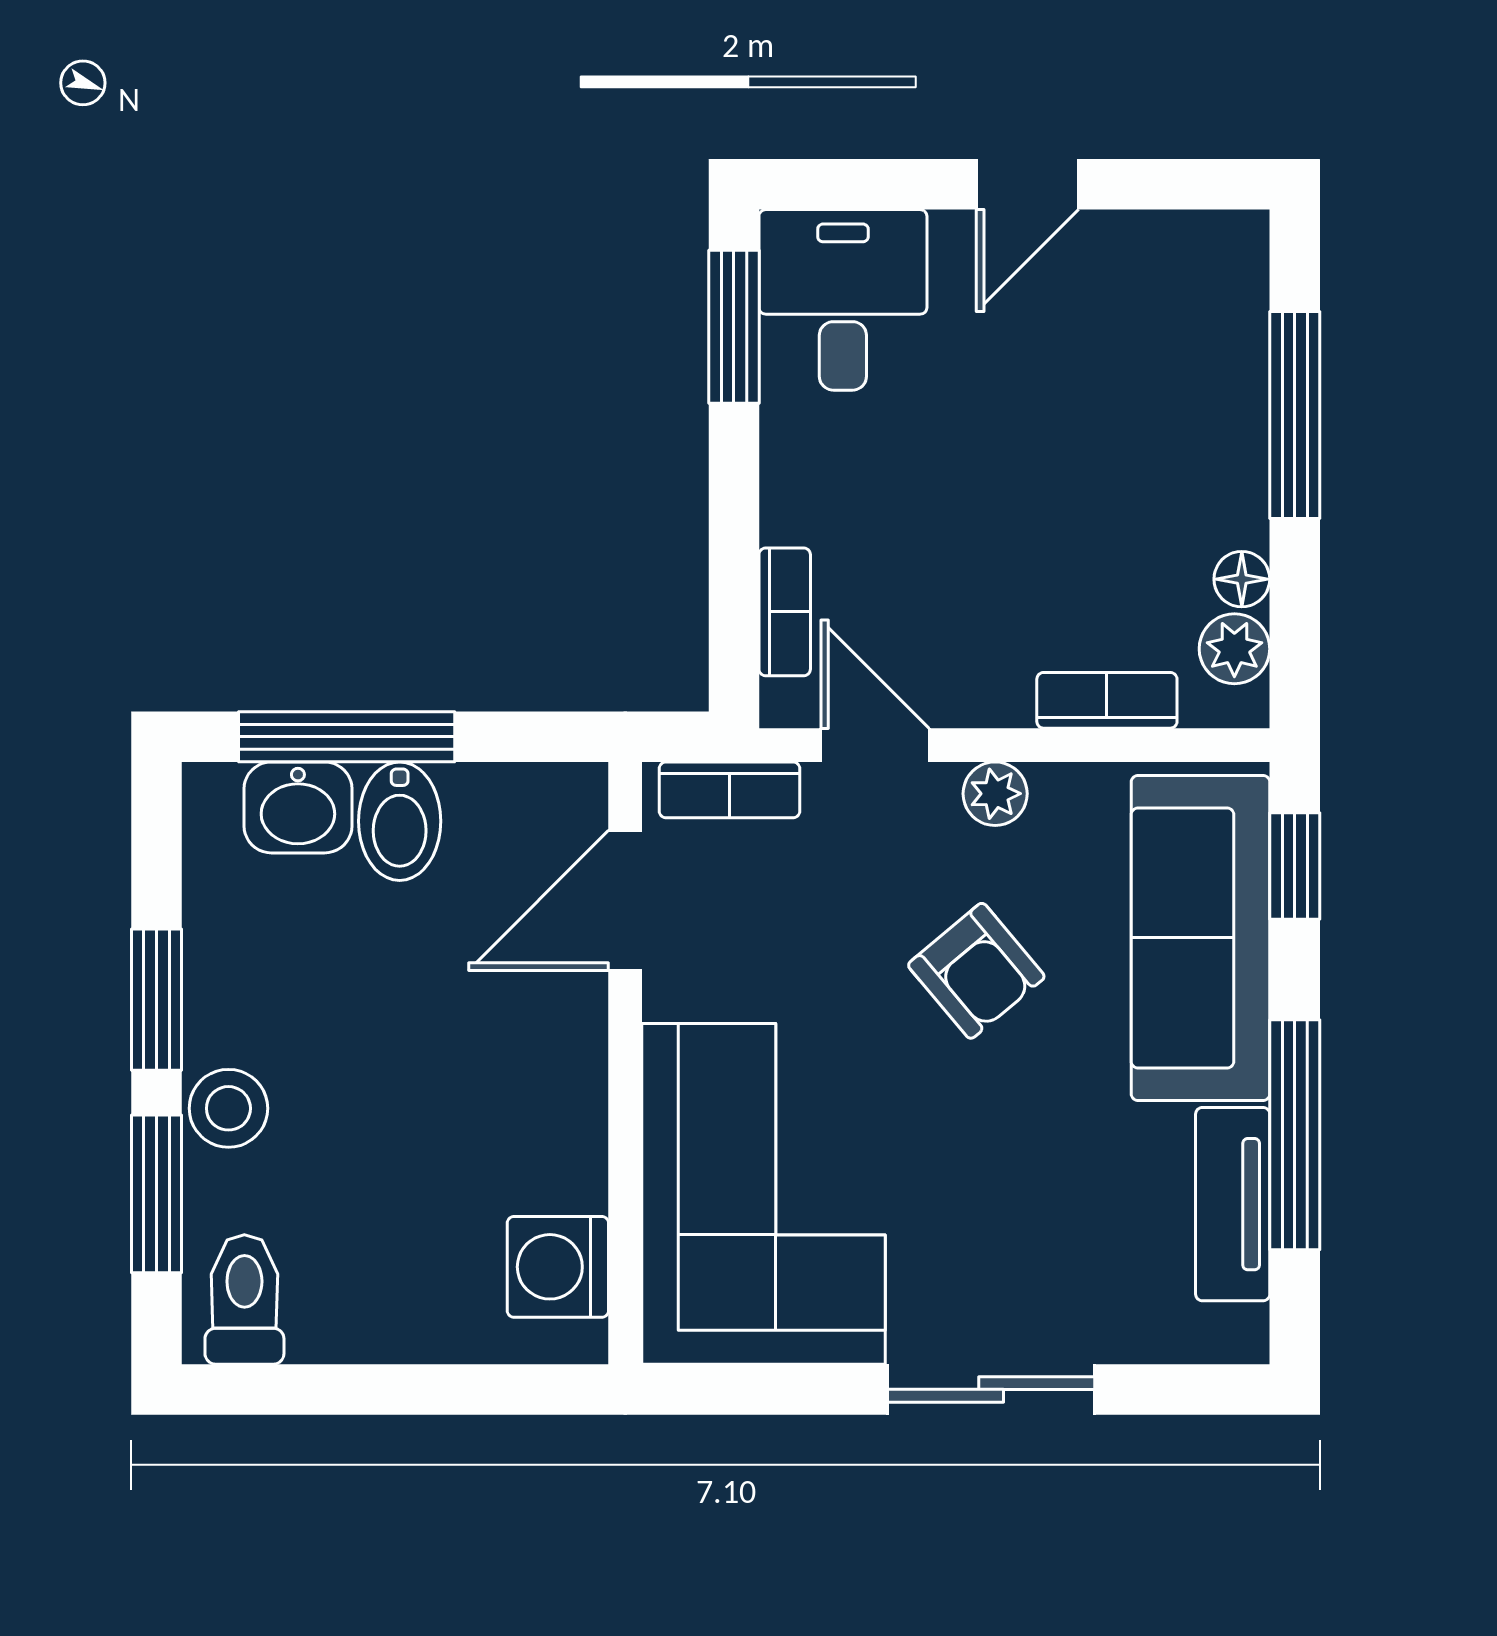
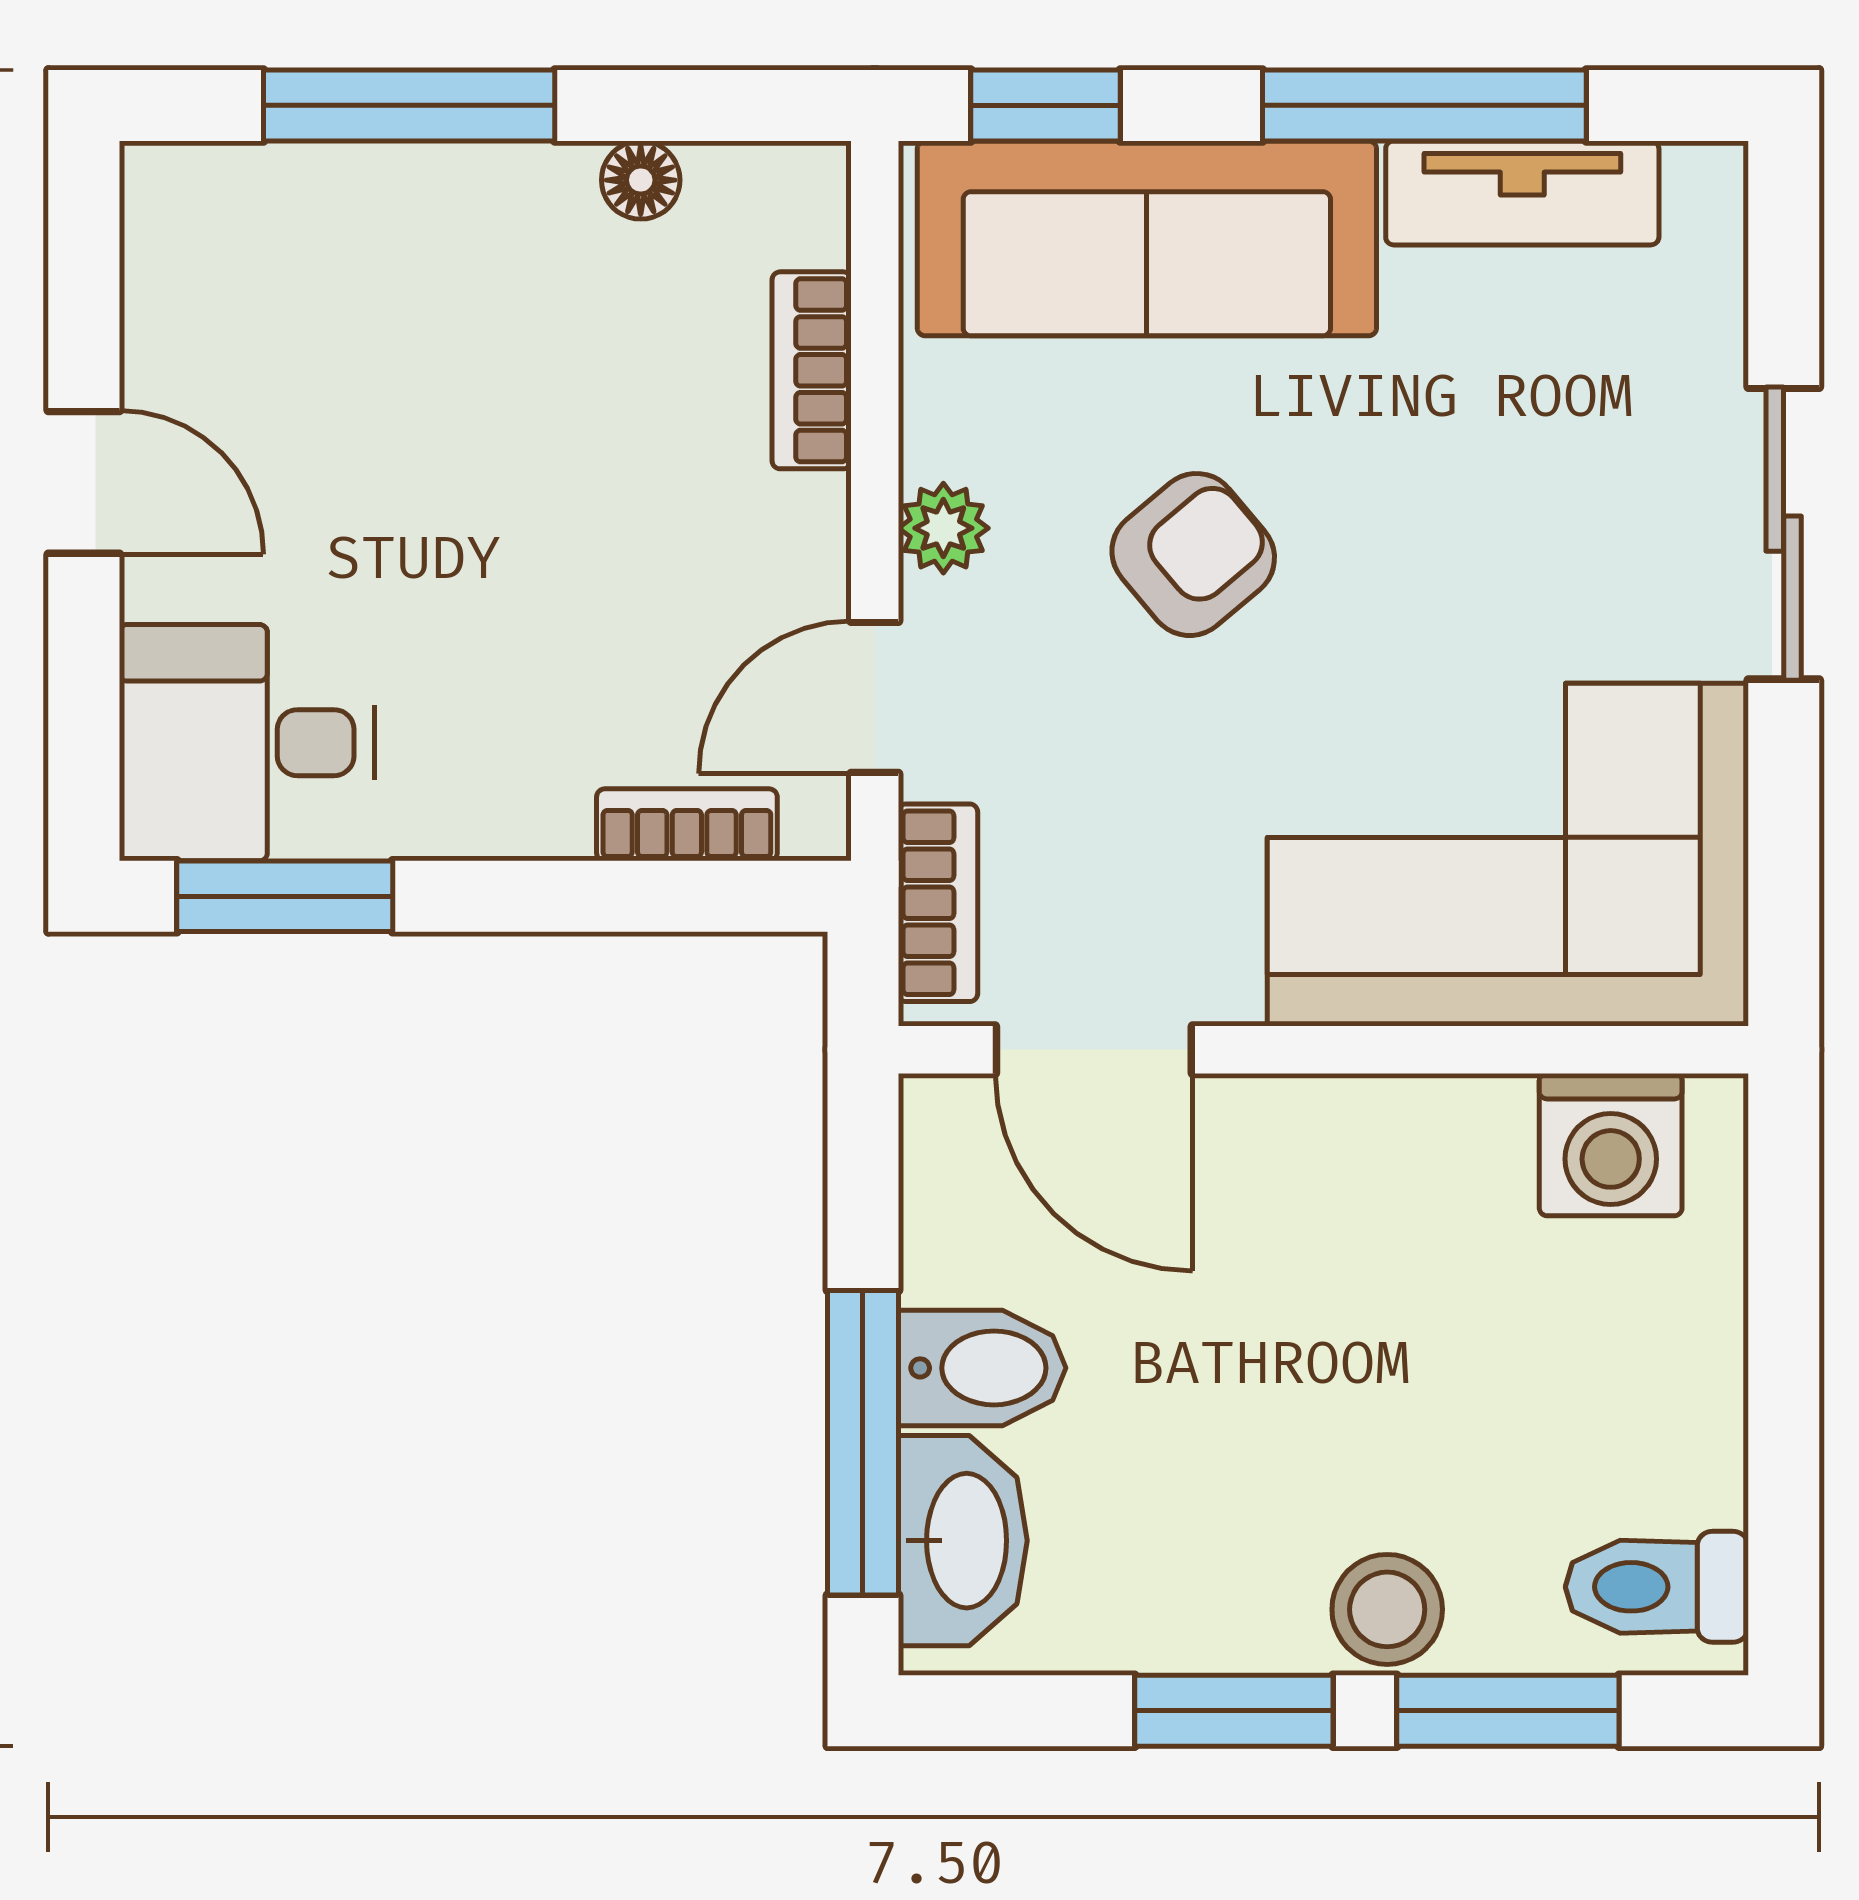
plant: (1234, 649) -> (739, 190), removed
washbasin: (298, 807) -> (963, 1541), width x1.38

